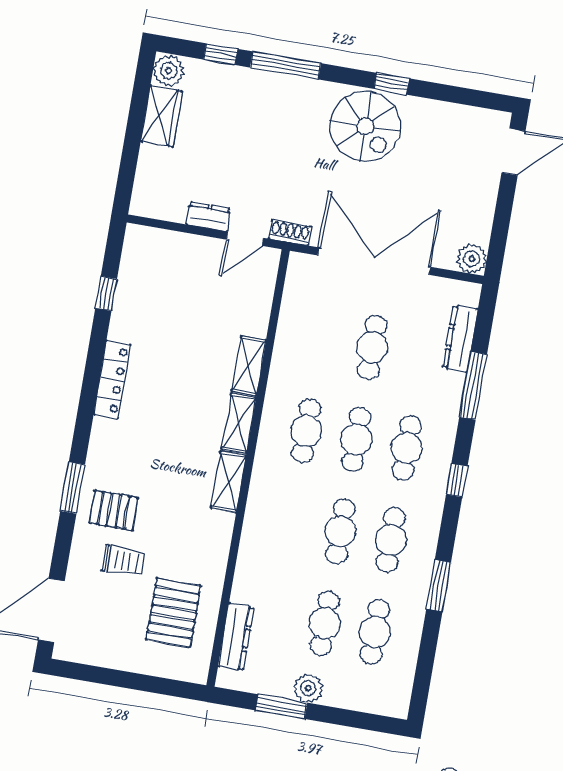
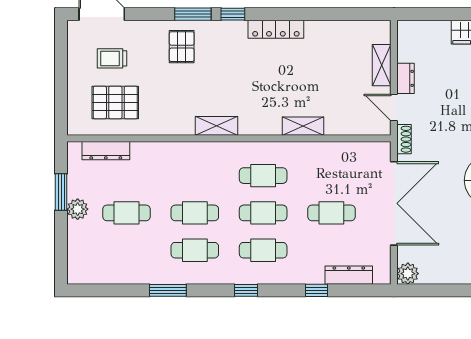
window: (106, 294) -> (233, 14), moved
window: (473, 386) -> (316, 290), width x0.46
shelving: (239, 423) -> (382, 65), moved, turned 90
trolley: (123, 561) -> (112, 58), moved, turned 90
cafe table: (375, 632) -> (127, 250), removed

